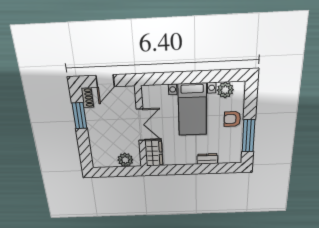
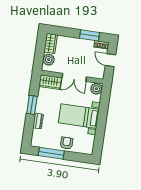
plant: (225, 90) -> (96, 89), moved
wardrobe: (104, 161) -> (51, 43), added
window: (188, 169) -> (32, 105), added

